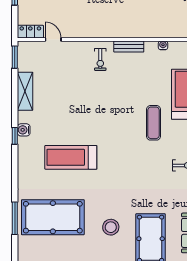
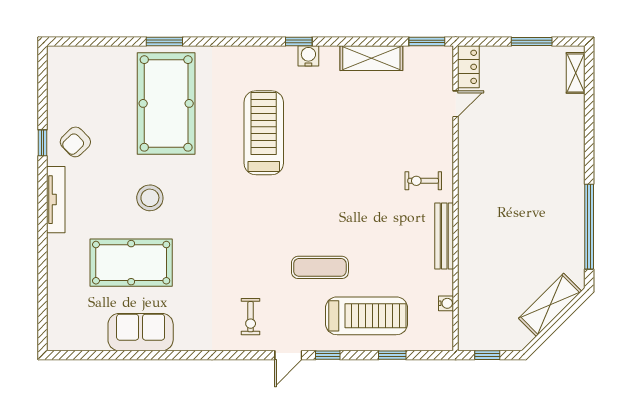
water cooler: (163, 45) -> (446, 303), moved
bench: (129, 47) -> (444, 236), width x1.36
window: (15, 218) -> (164, 42), width x0.69

